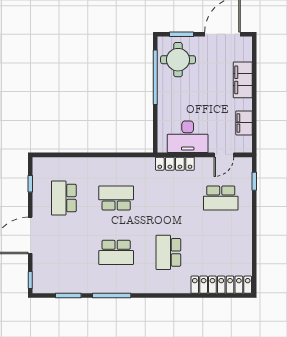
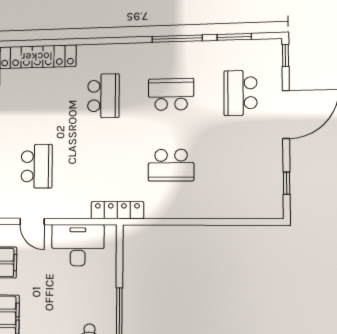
door: (224, 155) -> (32, 222), swing flipped
locker: (175, 164) -> (117, 210), moved
school desk: (64, 198) -> (240, 93), moved, turned 180
school desk: (221, 198) -> (37, 166), turned 90

